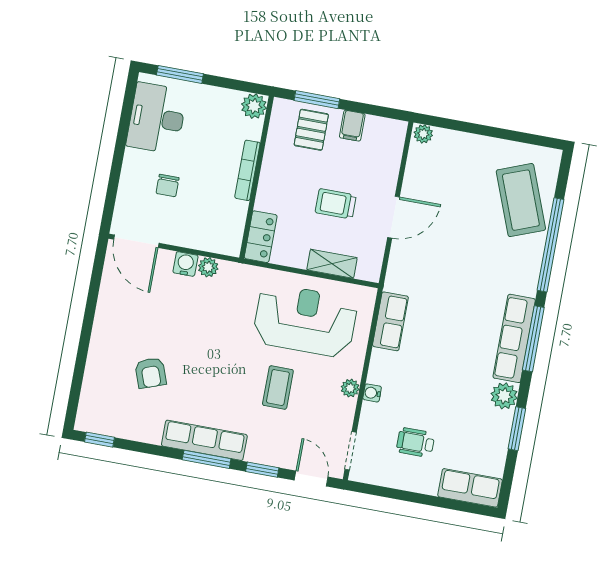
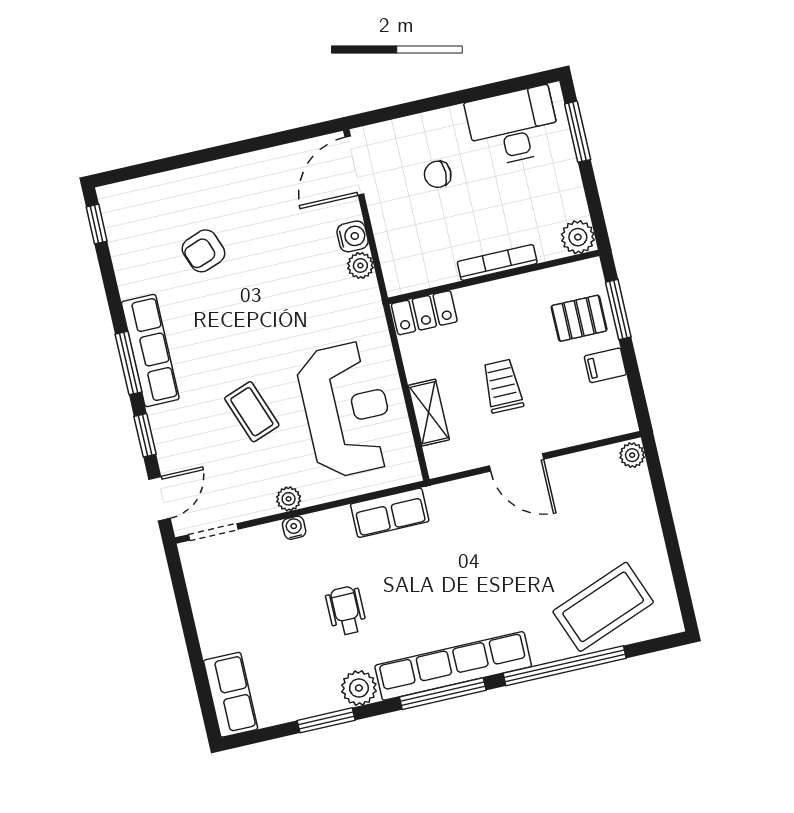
row of seats: (514, 338) -> (453, 666), width x1.36
coffee table: (278, 388) -> (252, 412), turned 70
wheelchair: (416, 442) -> (346, 611), moved

